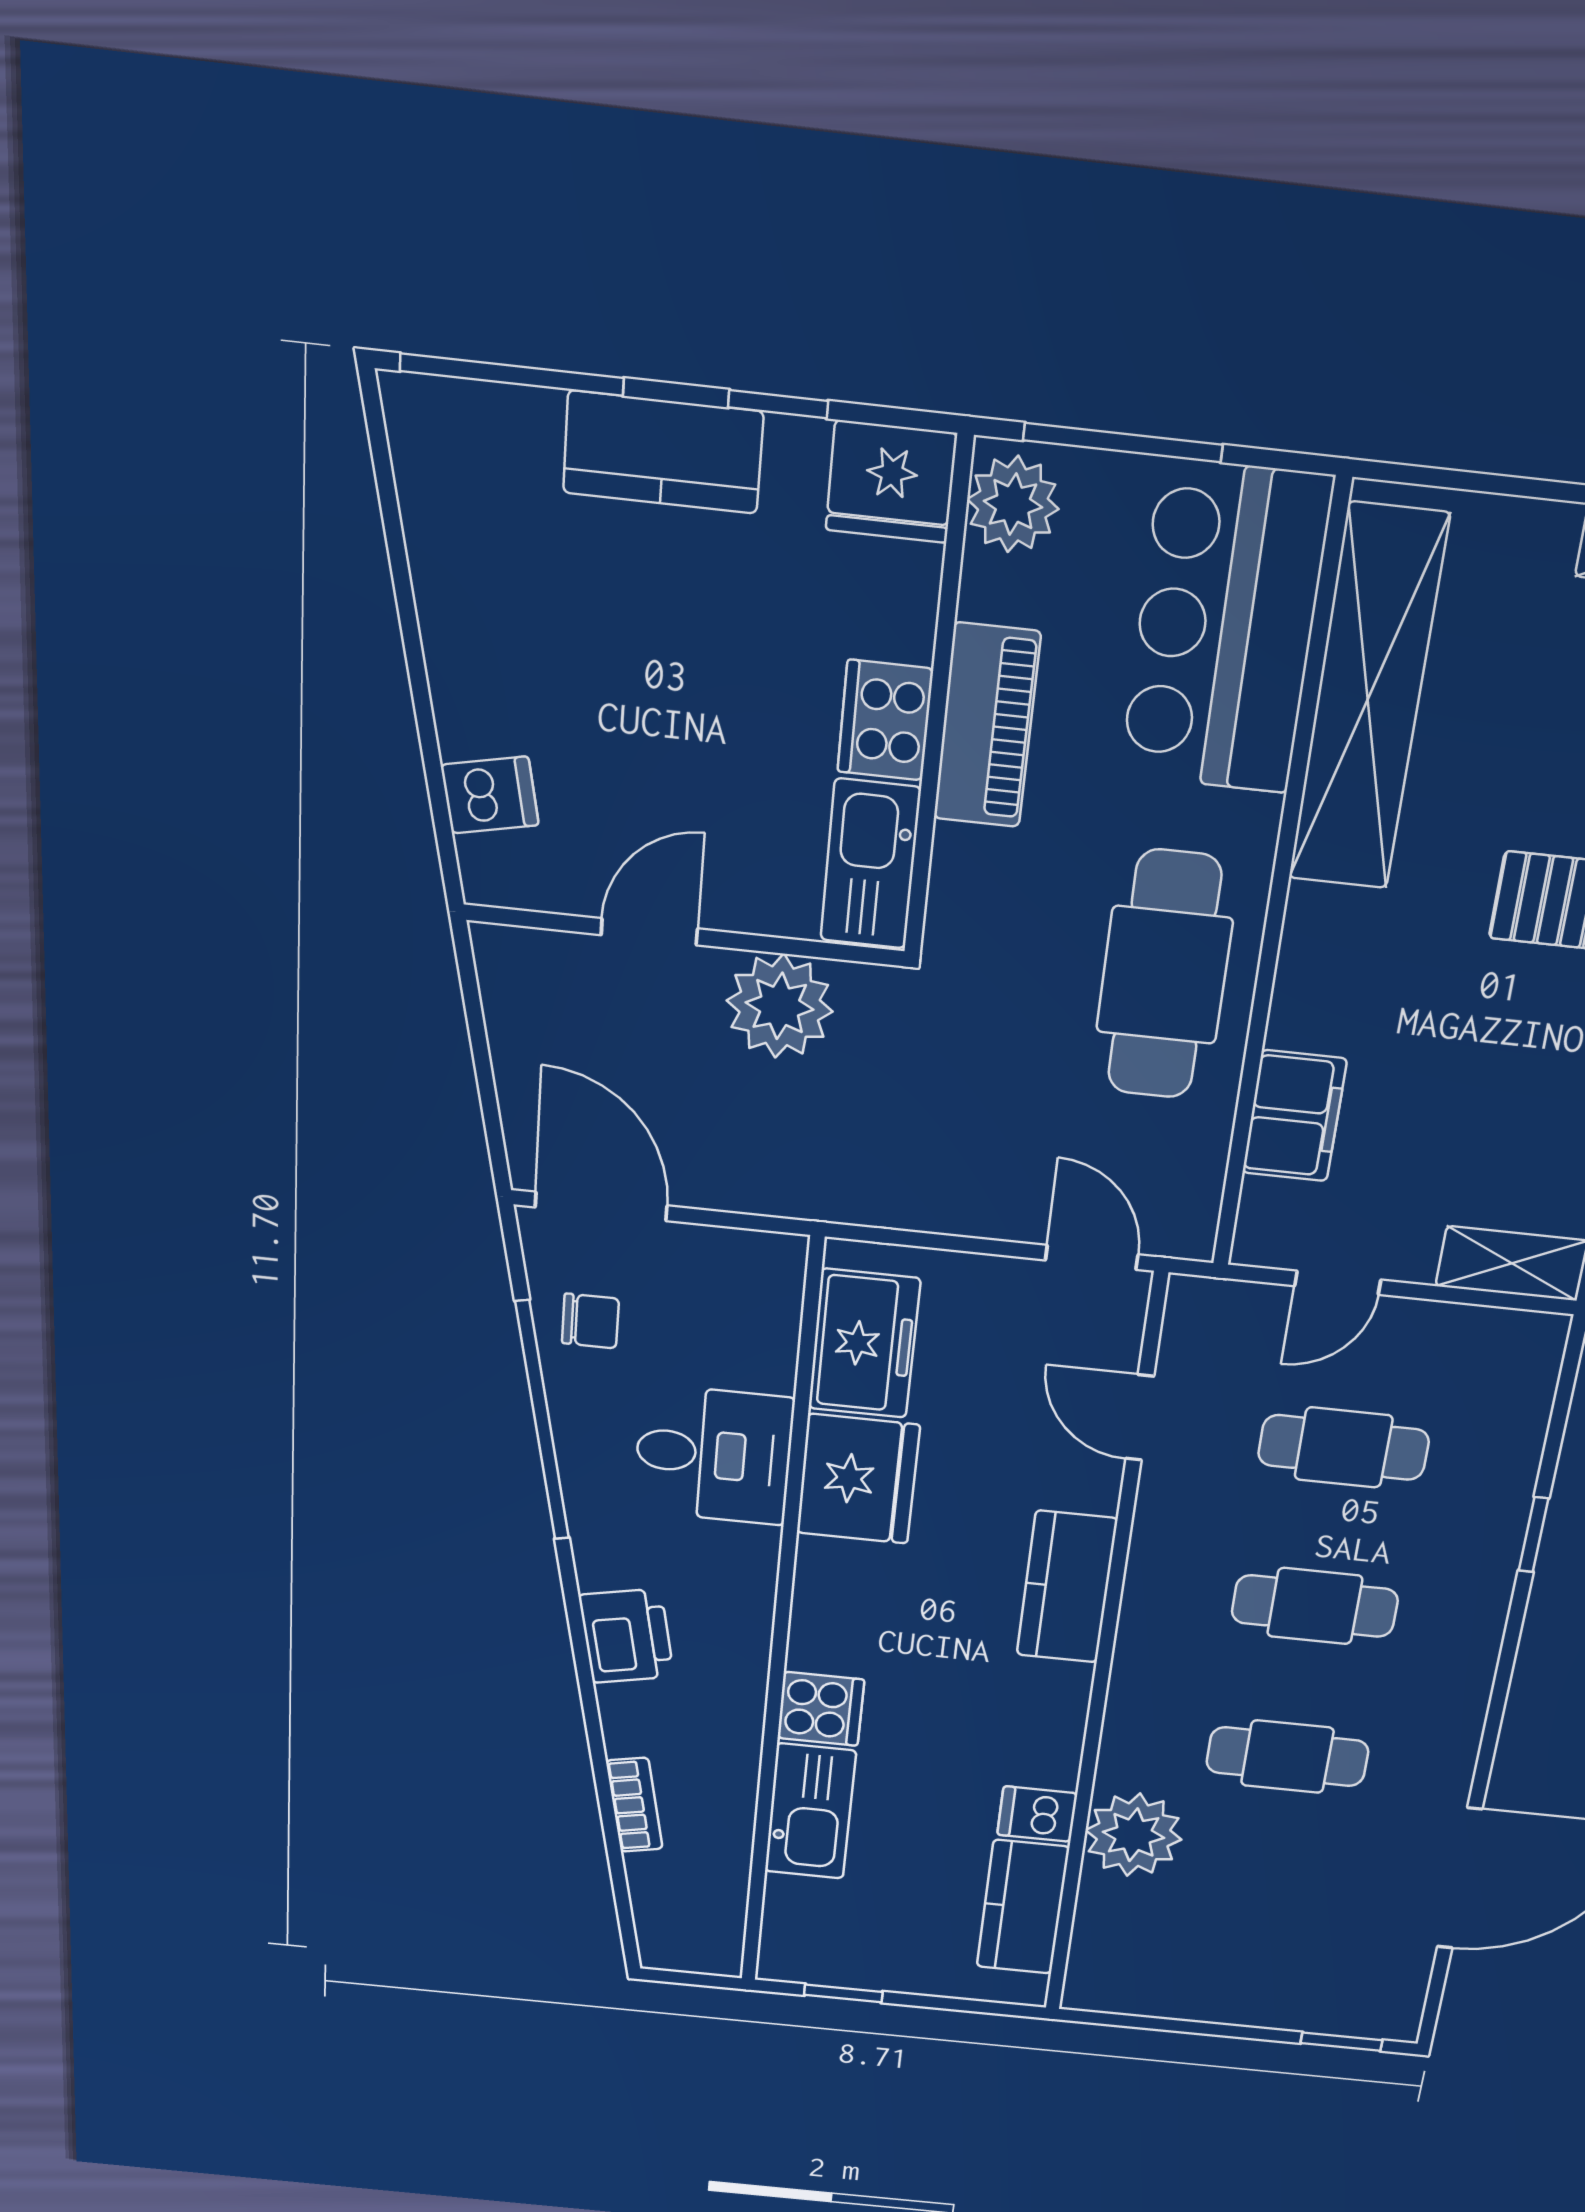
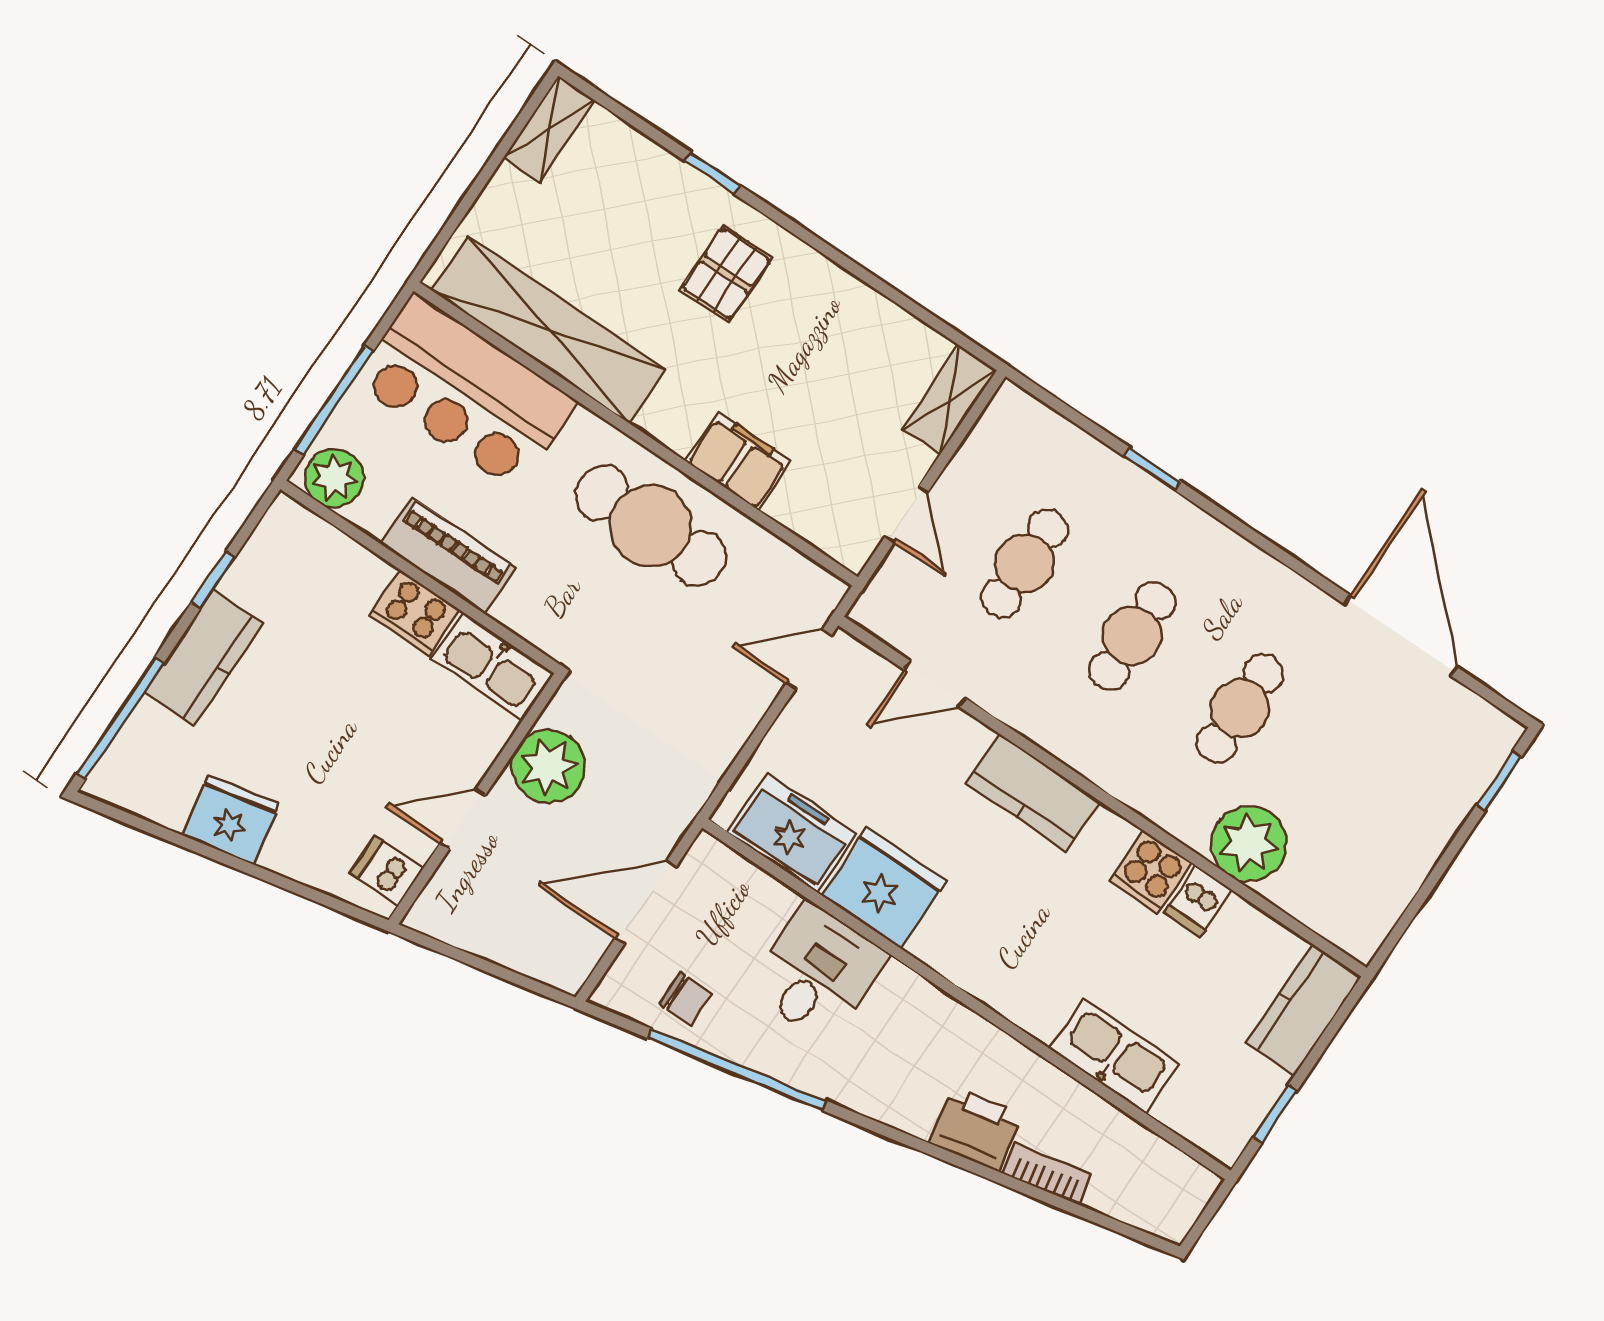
fridge: (891, 482) -> (231, 820), moved, turned -101
dishwasher: (490, 795) -> (387, 871), moved, turned -79
door: (649, 932) -> (463, 819), hinge flipped
filing cabinet: (1294, 1116) -> (738, 461), moved
door: (601, 1206) -> (646, 902), moved
chair: (590, 1321) -> (686, 998), turned 90
printer: (626, 1636) -> (976, 1129), moved
cooker: (821, 1709) -> (1151, 872), moved, turned 180
kitchen counter: (1023, 1907) -> (1304, 1009), moved, turned 90

